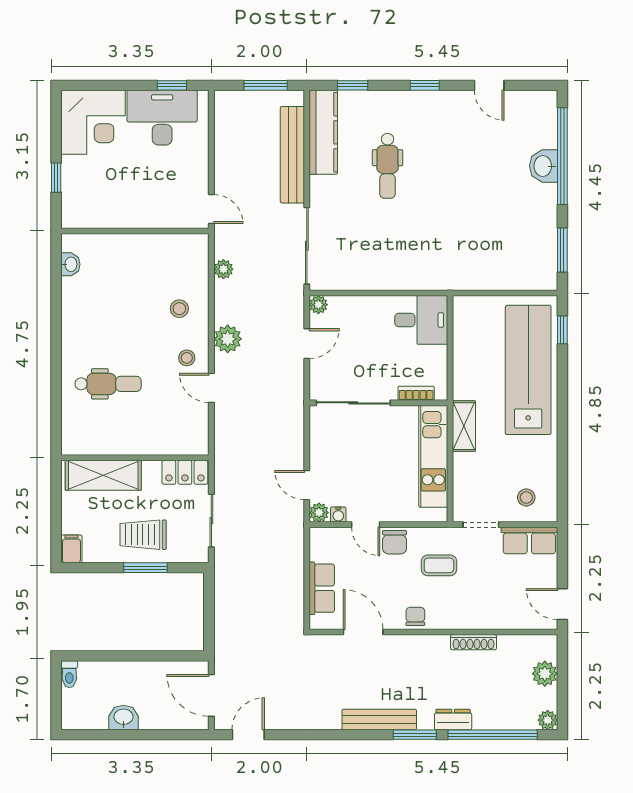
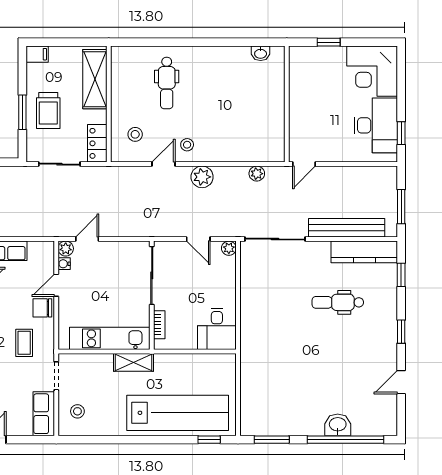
stool: (179, 309) -> (135, 134), moved
trolley: (143, 535) -> (48, 110), turned 180

